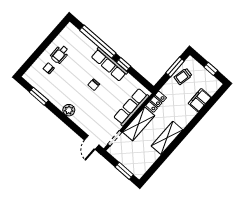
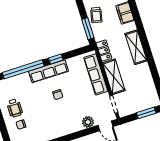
window: (175, 67) -> (88, 29), moved
plant: (69, 110) -> (88, 122), moved
shelving: (167, 138) -> (136, 47), moved

